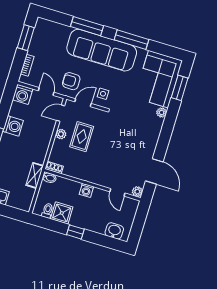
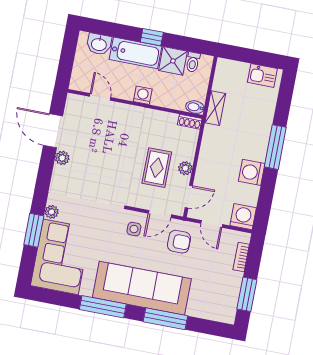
window: (180, 88) -> (34, 230), moved
plant: (137, 192) -> (62, 158), moved
bathtub: (88, 222) -> (135, 53), added

